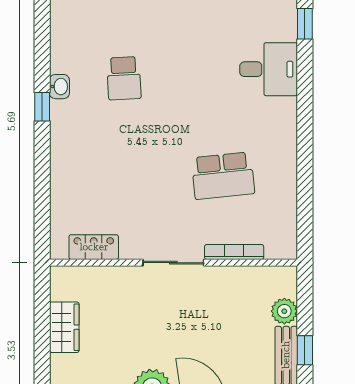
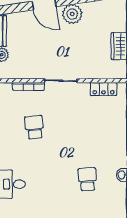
school desk: (223, 176) -> (34, 127), width x0.54

